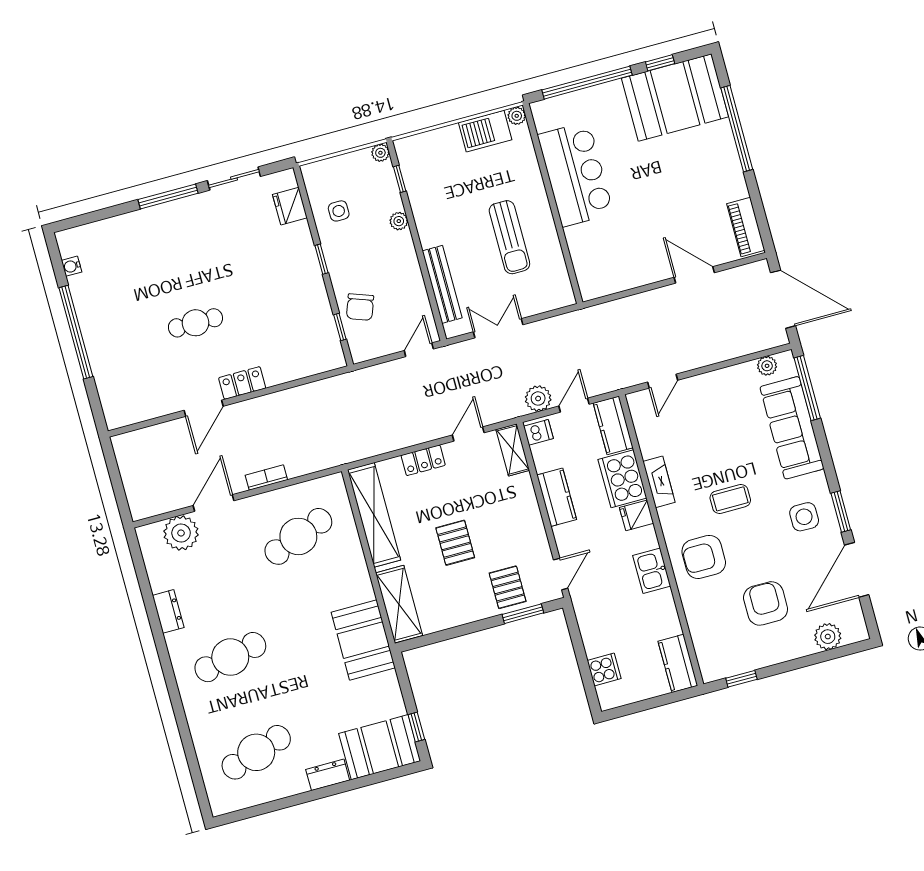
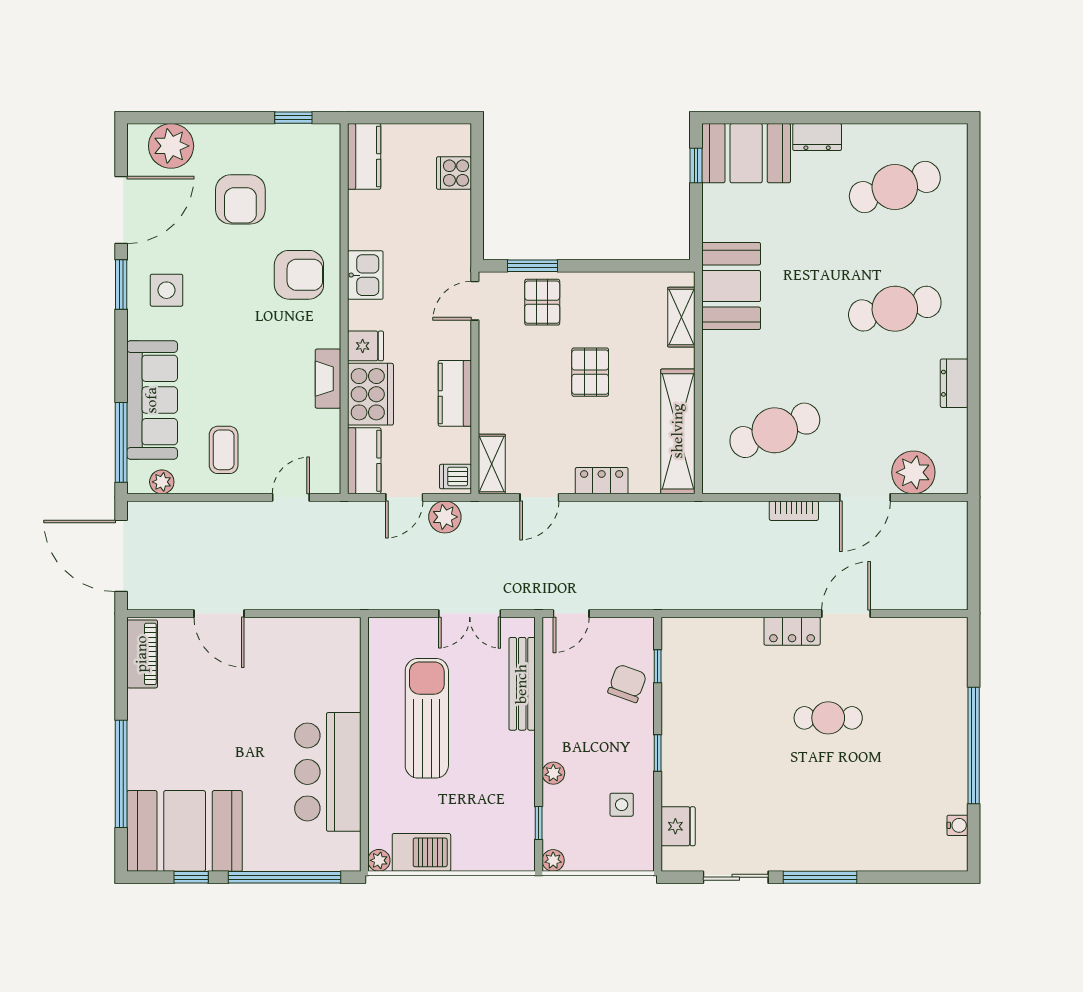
sun lounger: (509, 237) -> (427, 718), width x1.36, depth x1.34
coffee table: (730, 499) -> (224, 450), moved, turned 90
shelving: (399, 604) -> (681, 317), width x0.67, depth x0.75
plant: (828, 637) -> (171, 146), width x1.36, depth x1.36

